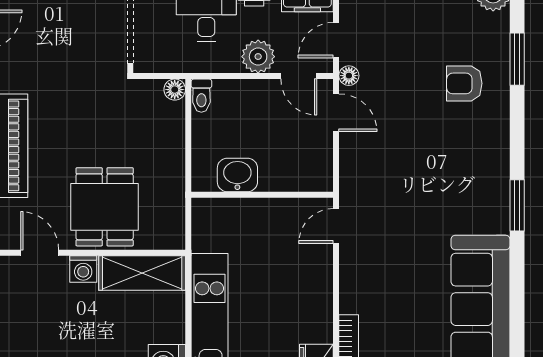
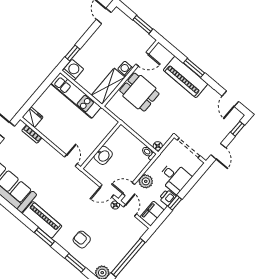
armchair: (464, 83) -> (82, 240), turned -90
washbasin: (237, 175) -> (103, 155), moved
piano: (490, 187) -> (42, 220), added
window: (517, 205) -> (45, 237), moved

